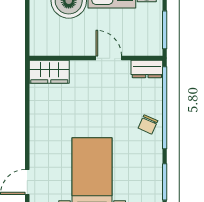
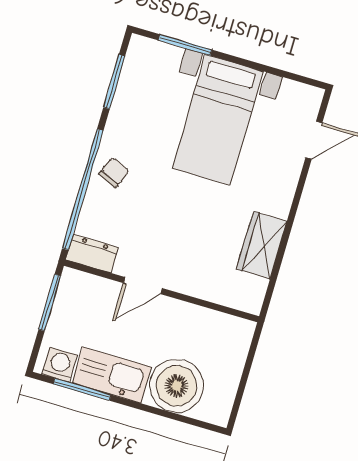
door: (109, 58) -> (143, 286), hinge flipped
wardrobe: (49, 72) -> (262, 245), moved, turned -90

